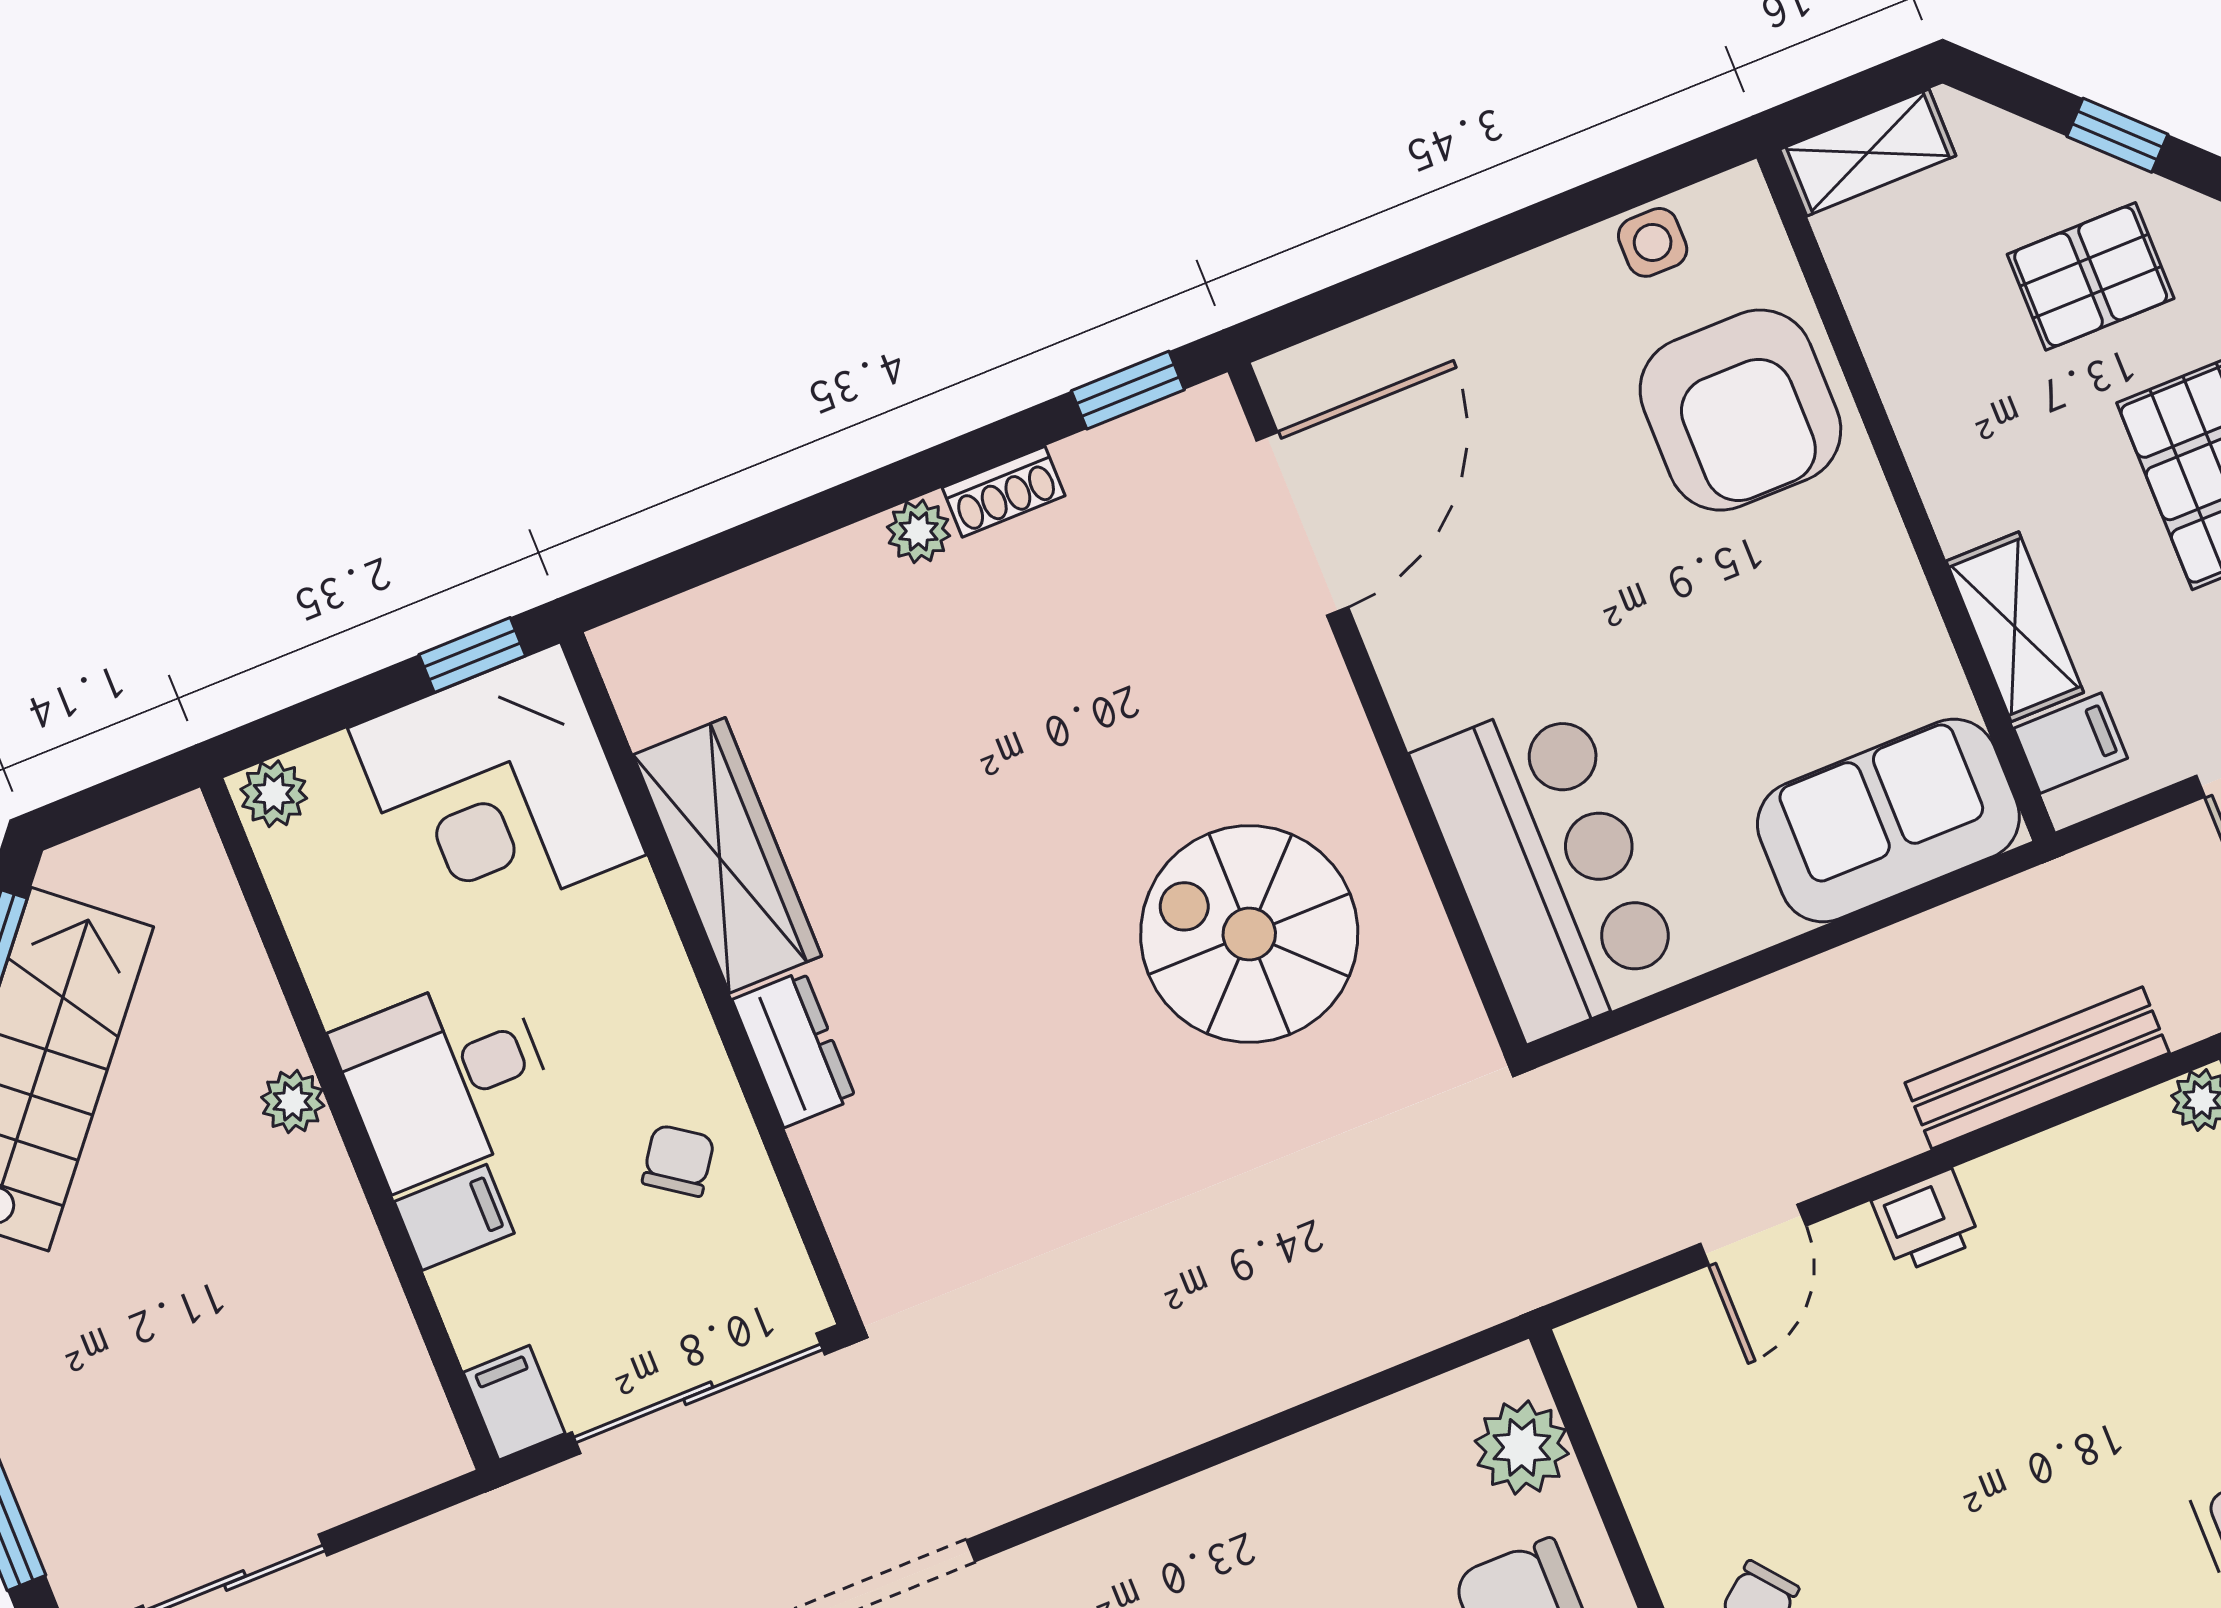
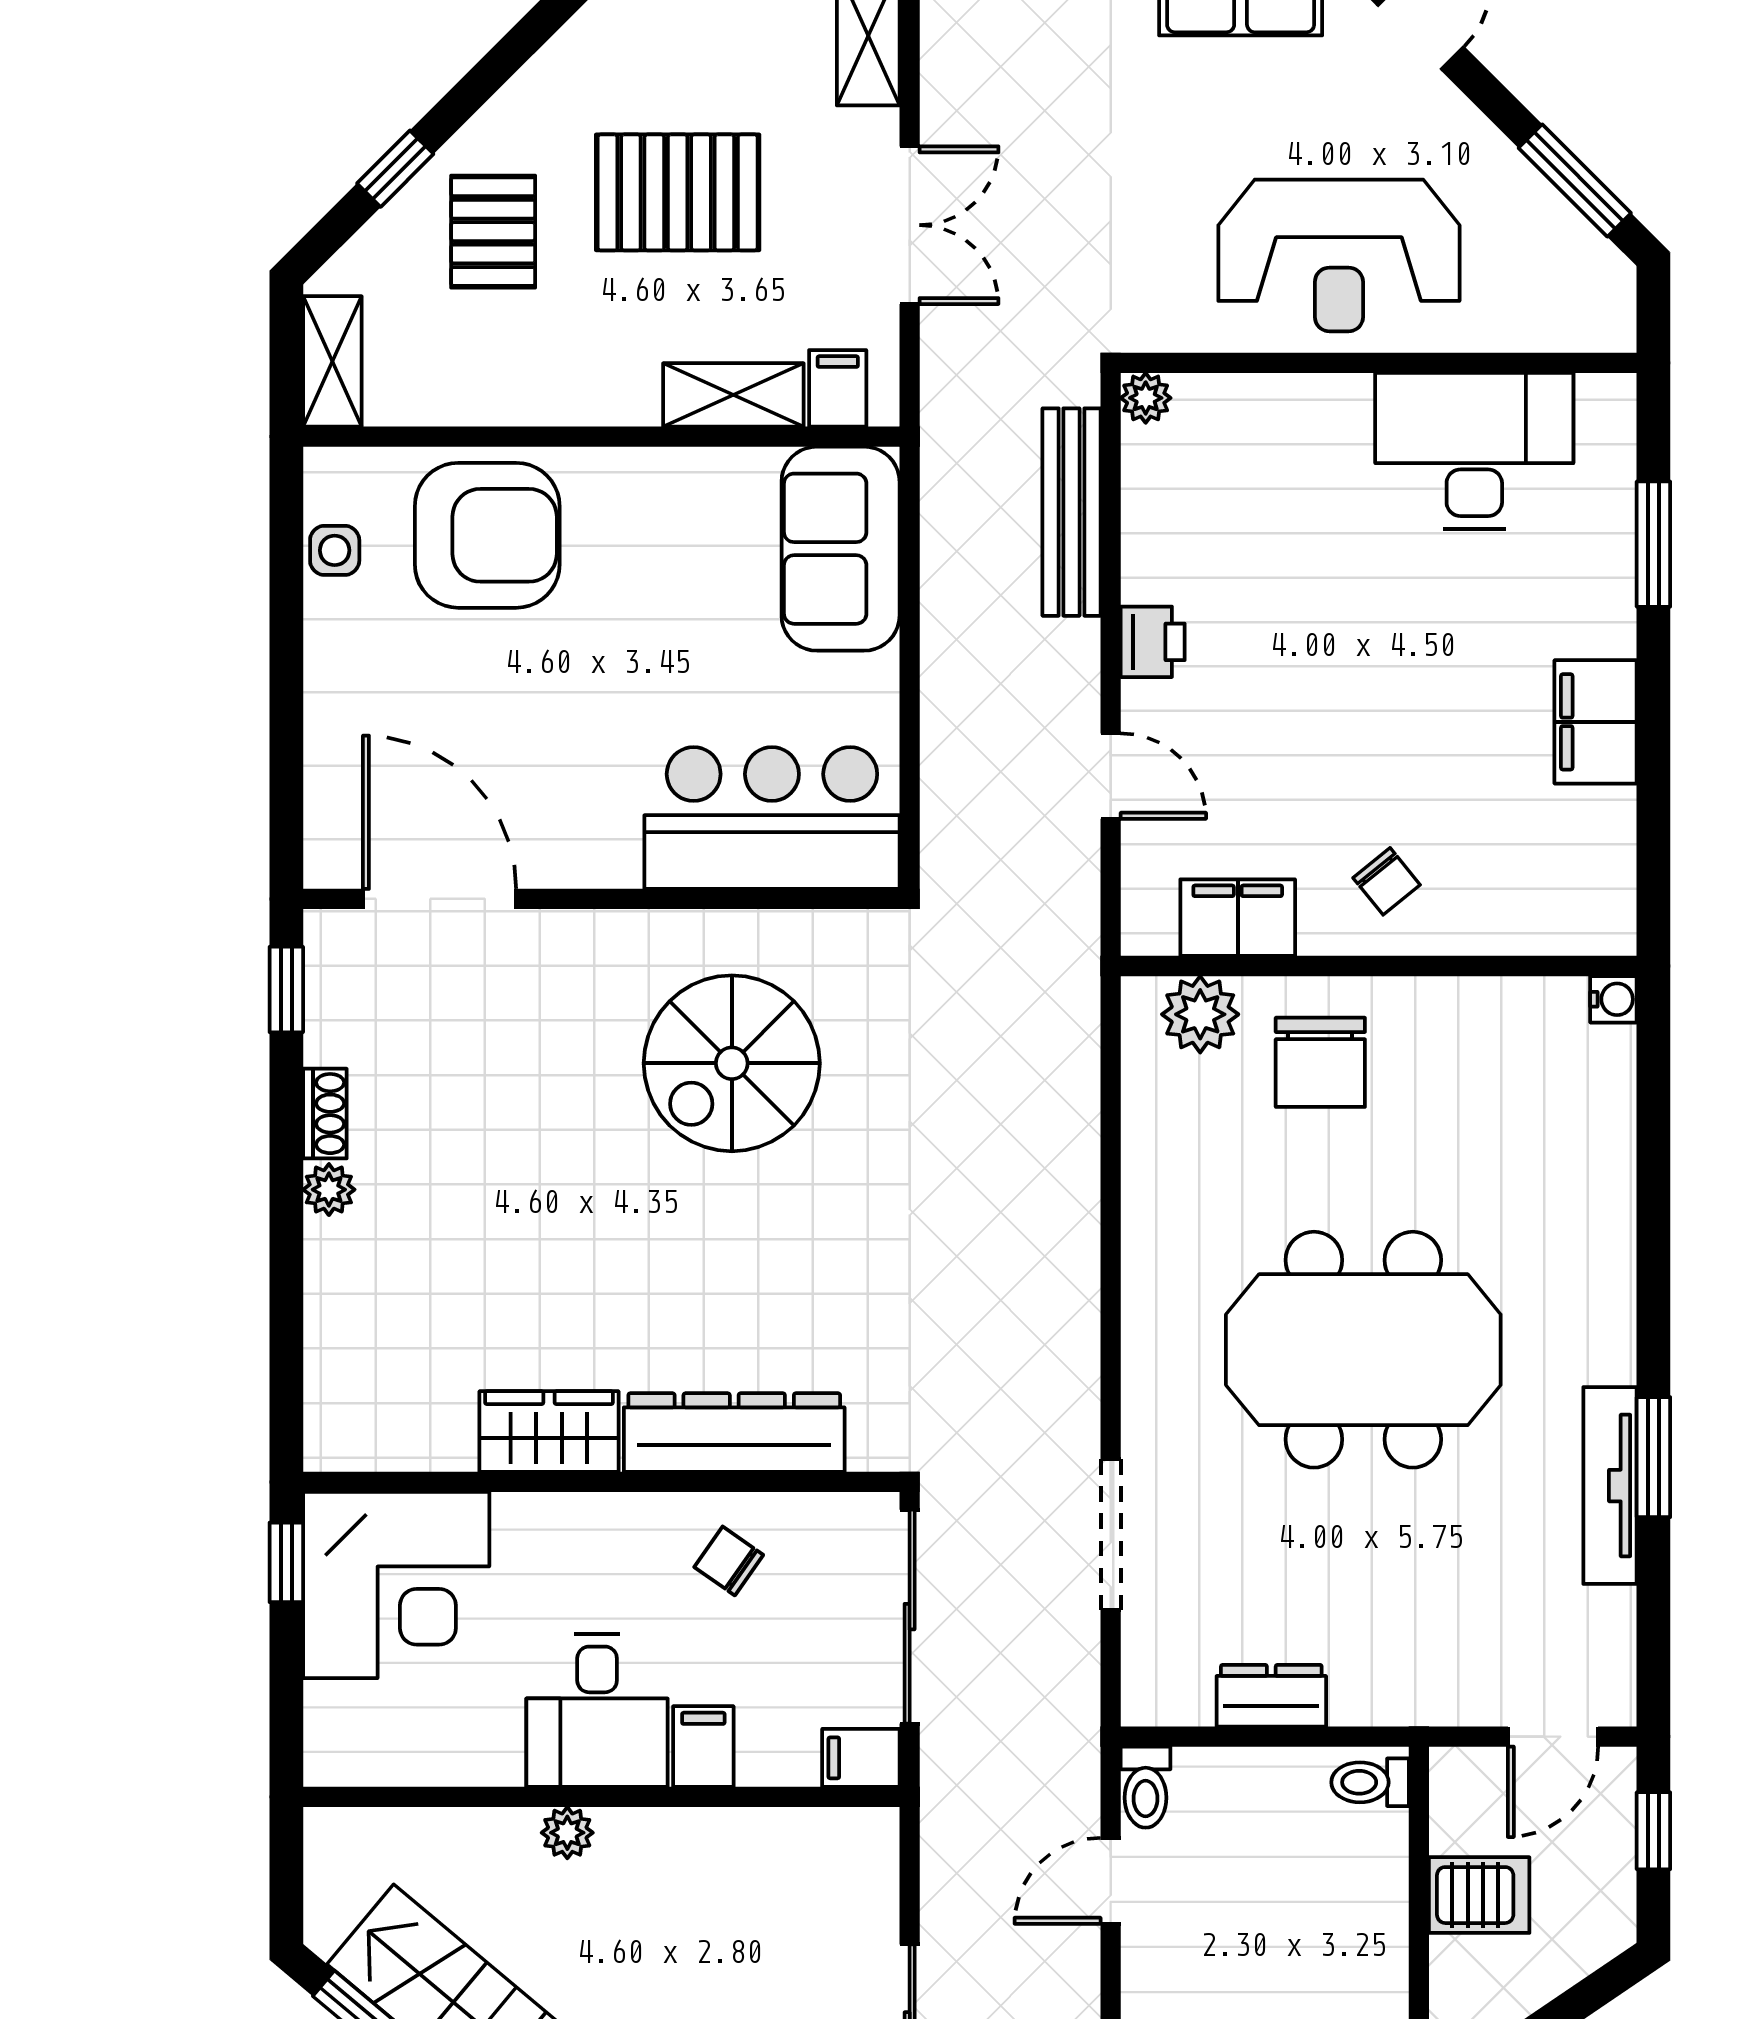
plant: (274, 794) -> (330, 1754), removed
wardrobe: (727, 855) -> (549, 1432), width x0.67
dresser: (794, 1049) -> (734, 1433), width x1.96, depth x1.24
filing cabinet: (1650, 1446) -> (1238, 918), added

